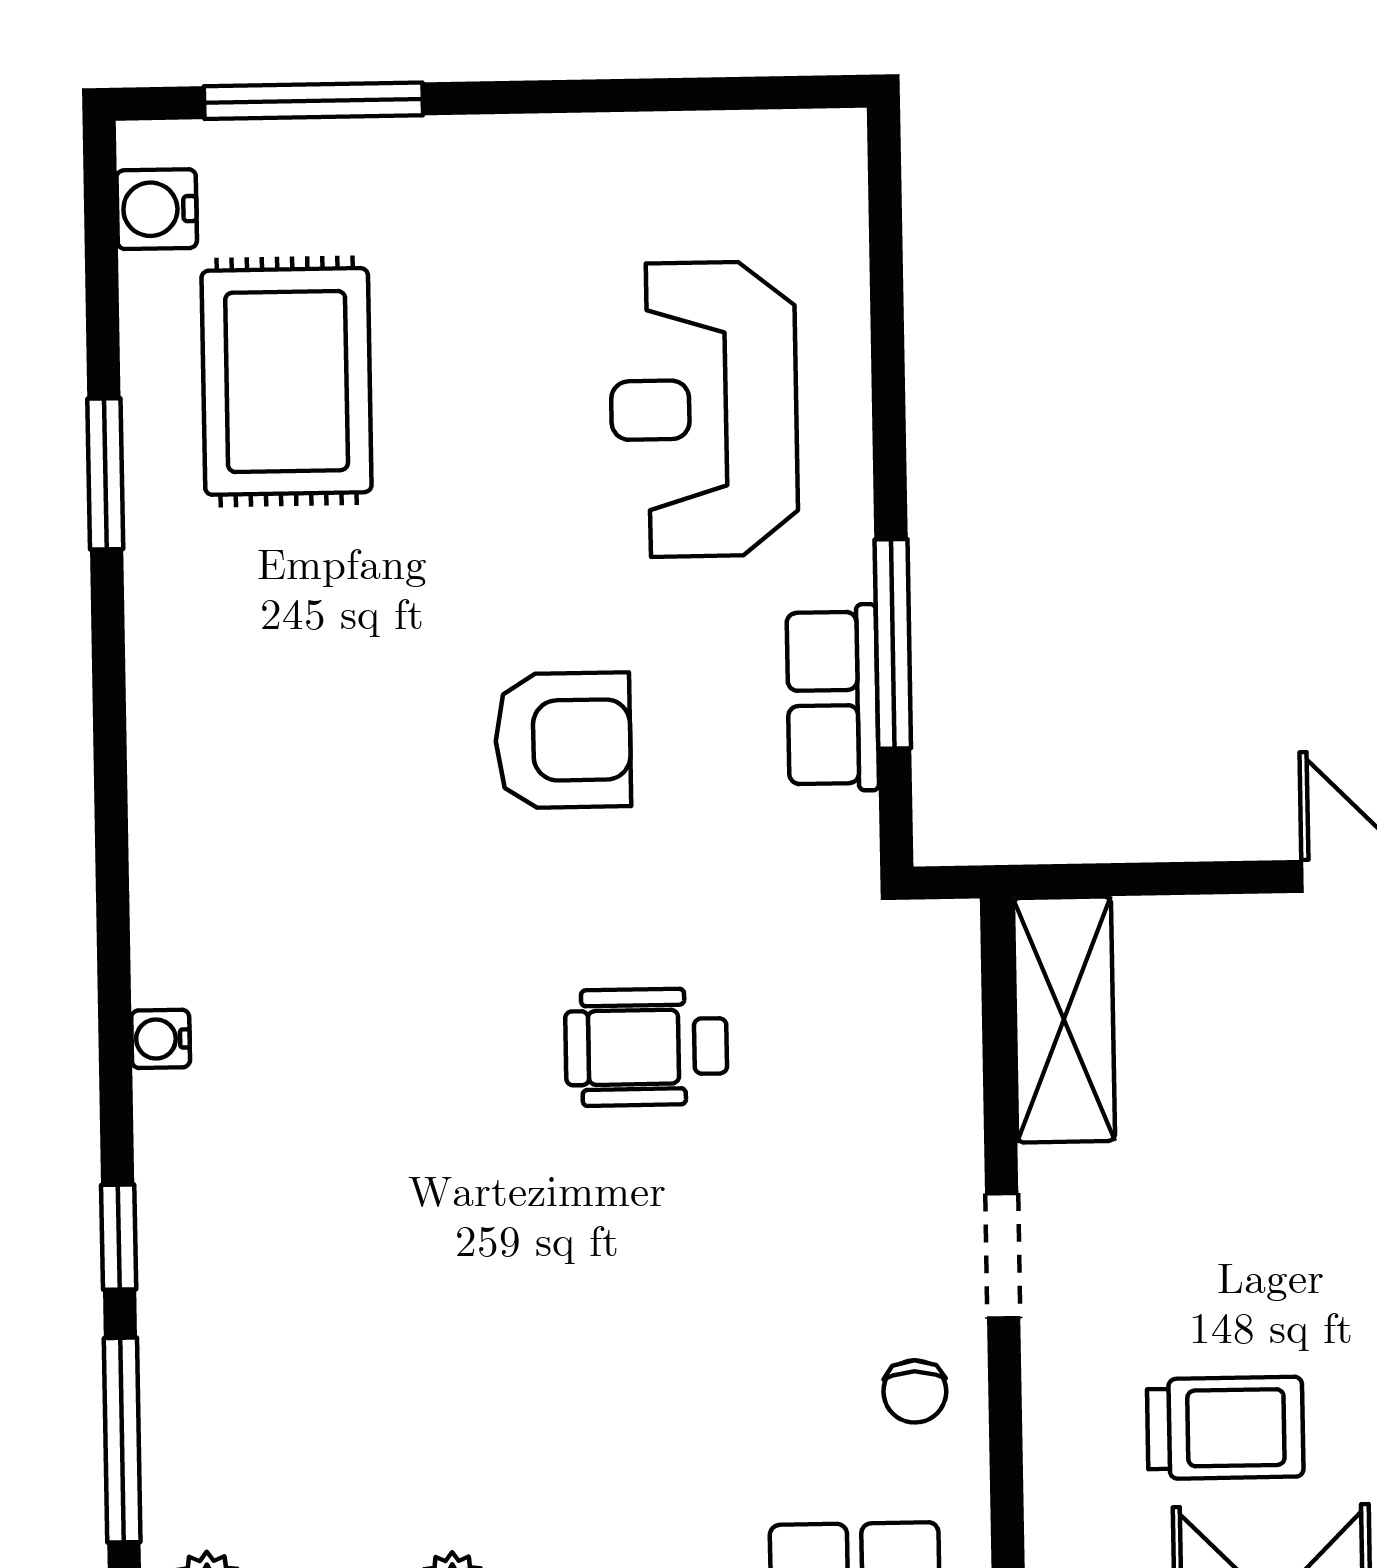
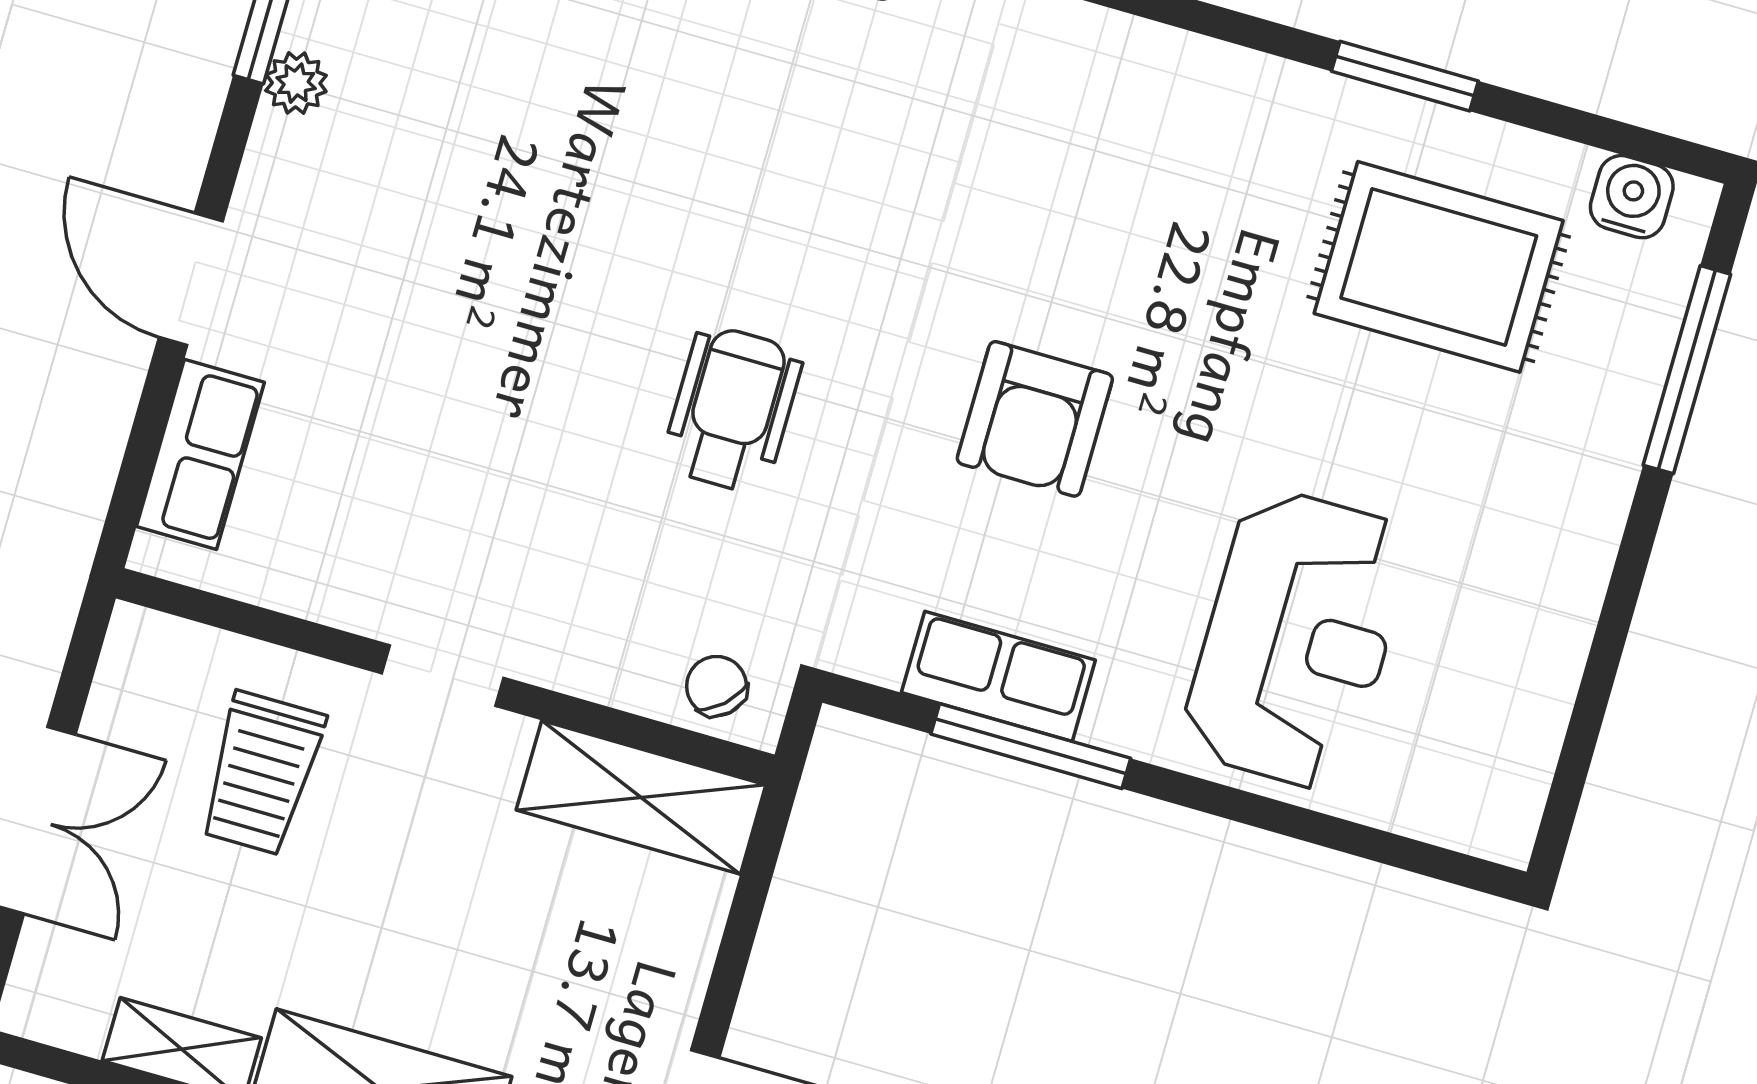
reception desk: (704, 409) -> (1297, 639), turned 90
chair: (915, 1391) -> (717, 686), moved, turned 47
trolley: (1225, 1428) -> (262, 773), moved

